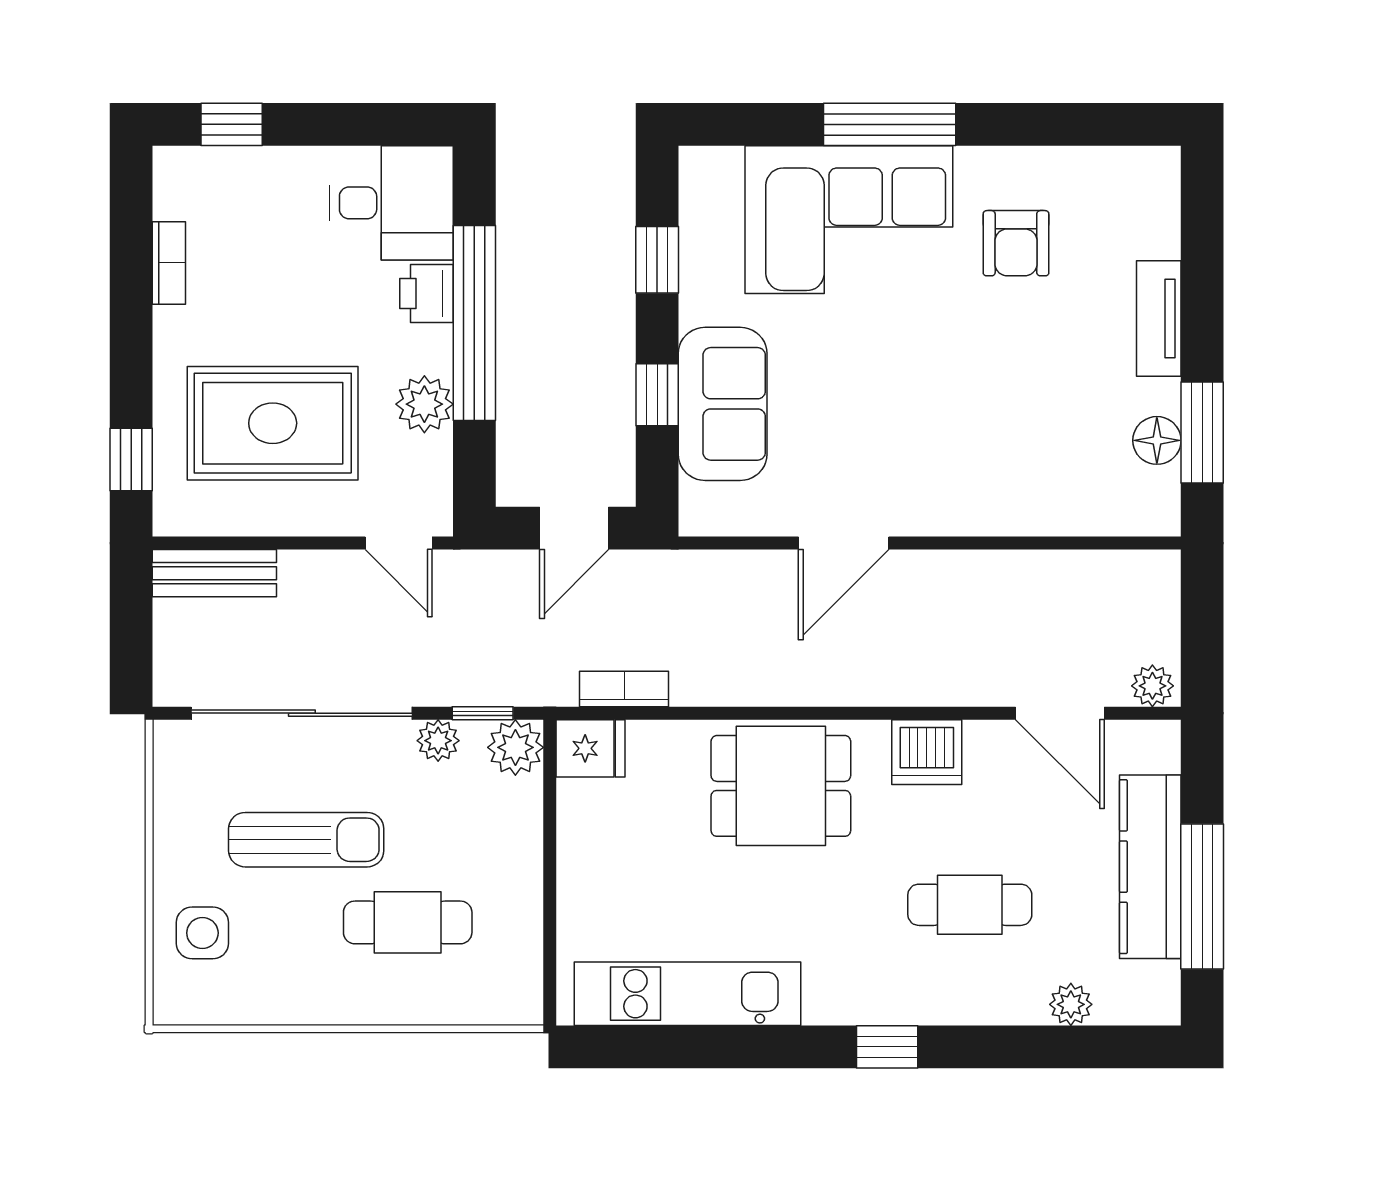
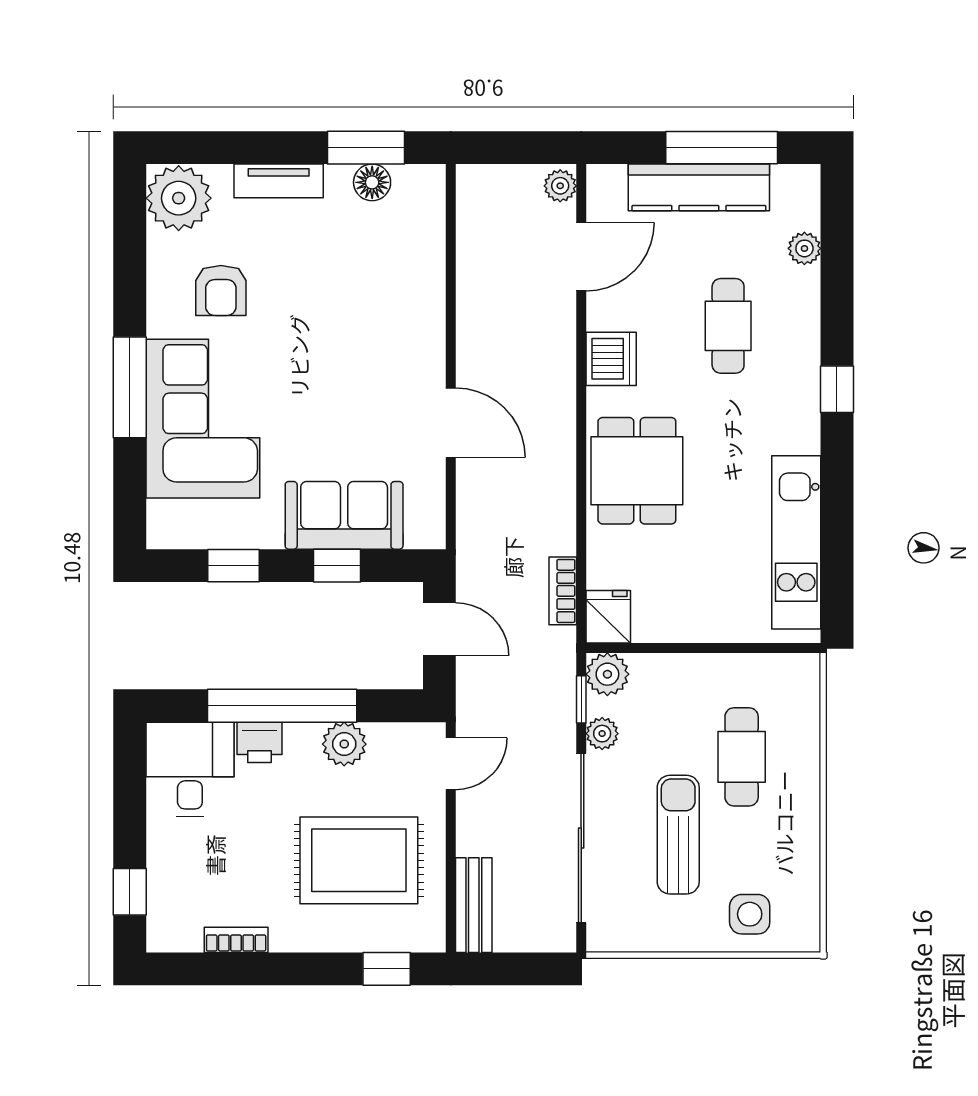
plant: (1136, 188) -> (179, 198), added
armchair: (1016, 243) -> (221, 290), turned 90
rug: (273, 423) -> (359, 860), turned 90

